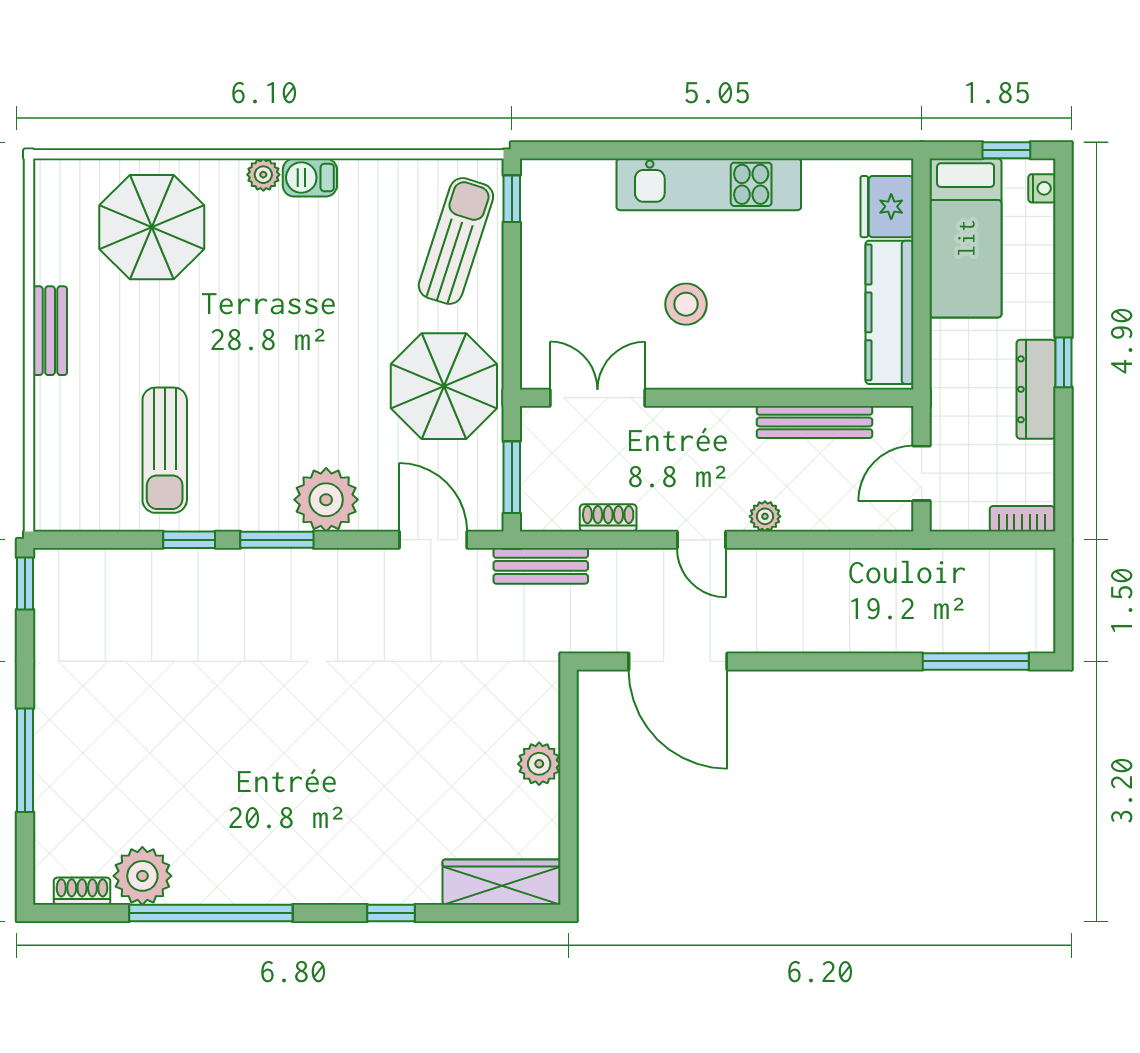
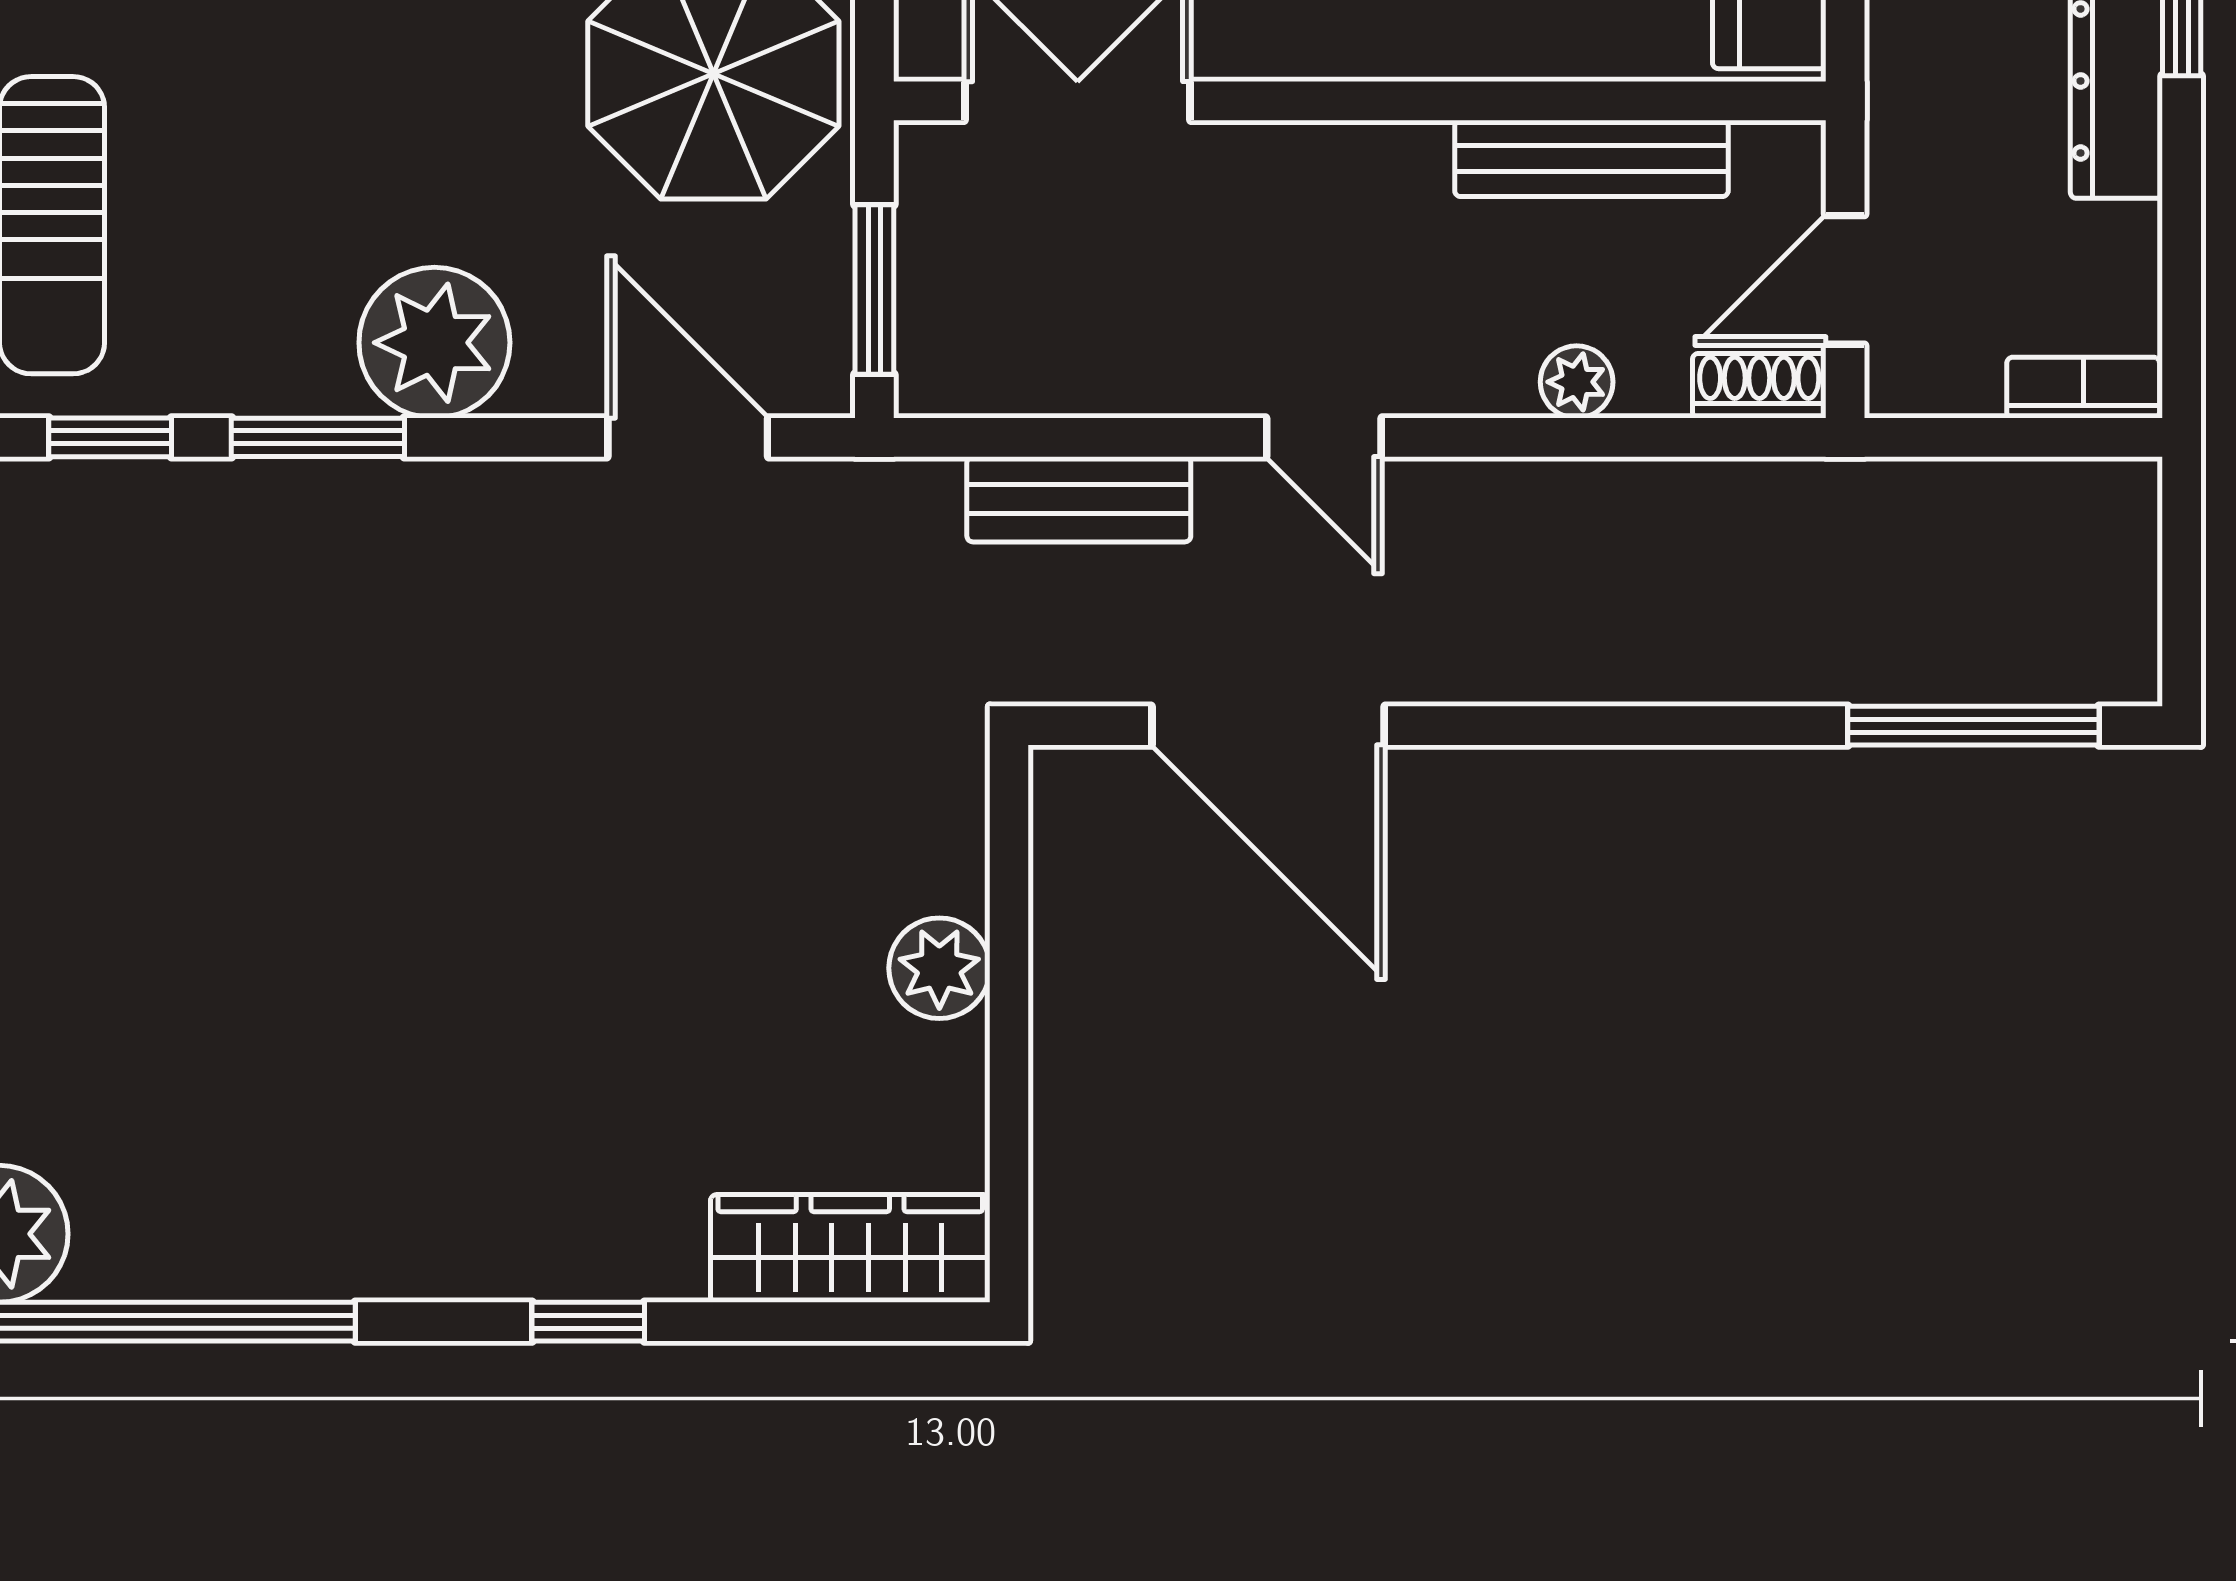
plant: (765, 516) -> (1577, 382), moved
shoe rack: (608, 518) -> (1759, 386), moved
bench: (541, 566) -> (1079, 499), moved

